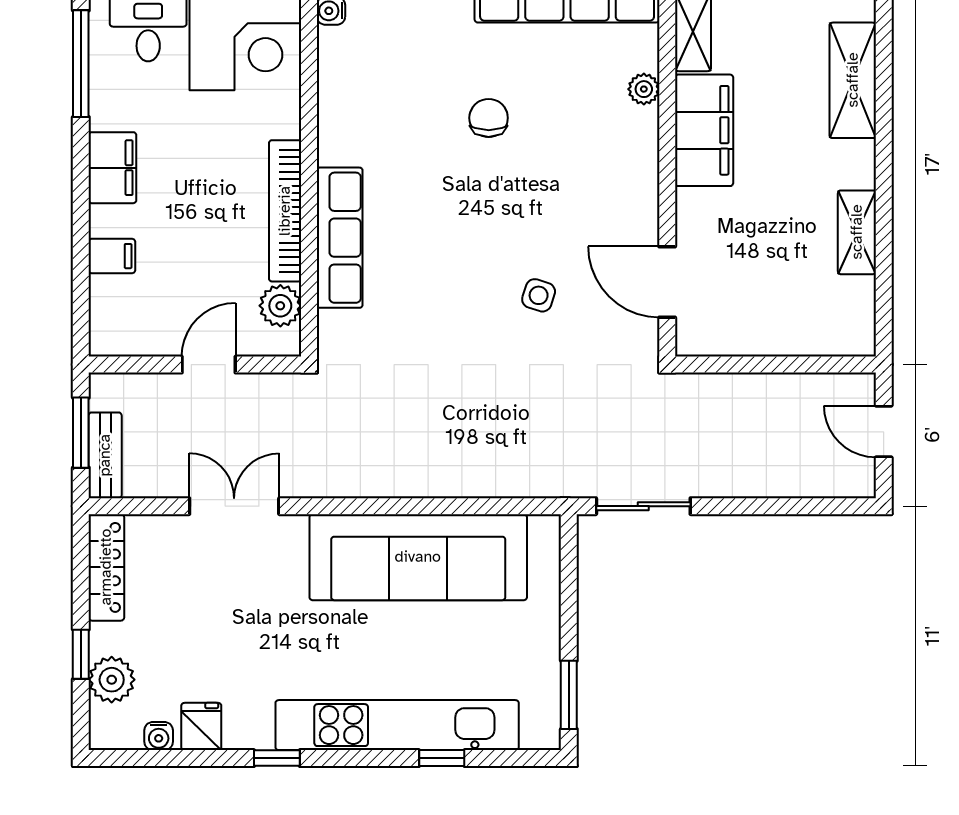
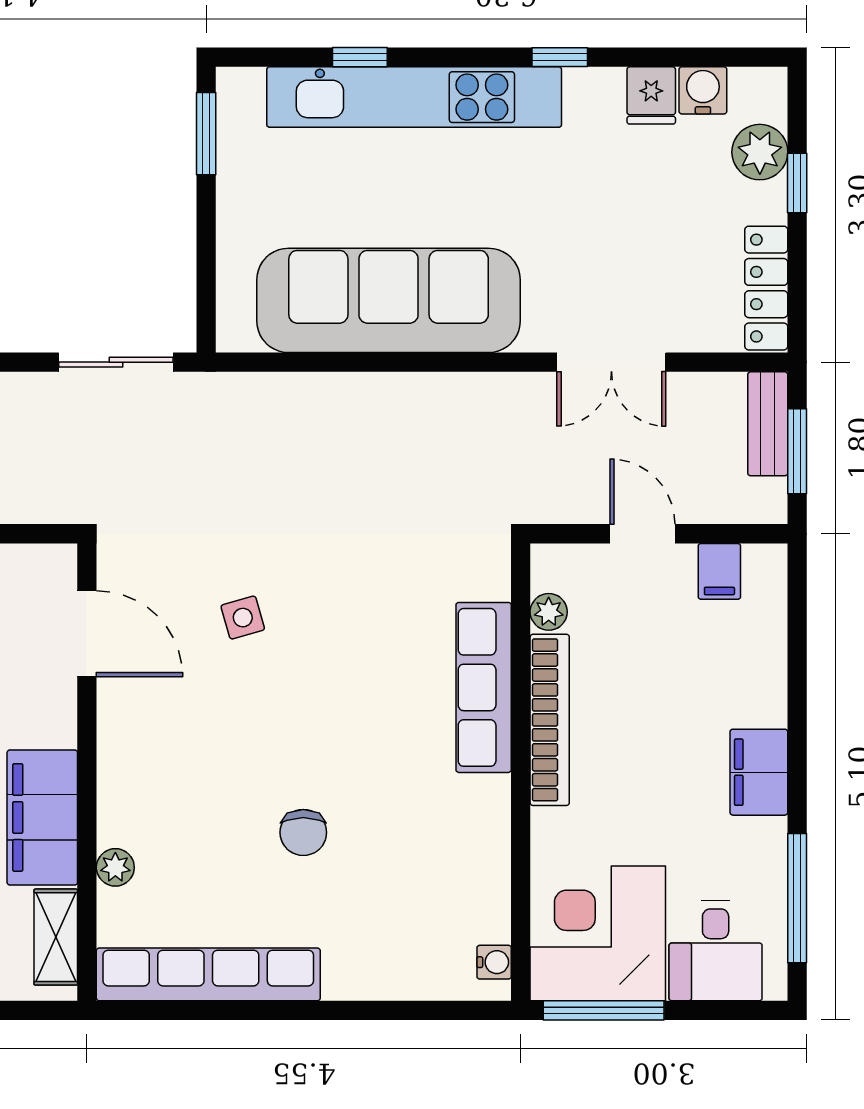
filing cabinet: (112, 256) -> (719, 571), moved, turned -90
side table: (539, 295) -> (243, 618), turned -34
plant: (280, 306) -> (549, 612), width x0.73, depth x0.73
door: (209, 365) -> (642, 534), swing flipped
water cooler: (159, 736) -> (703, 90), width x1.38, depth x1.38

